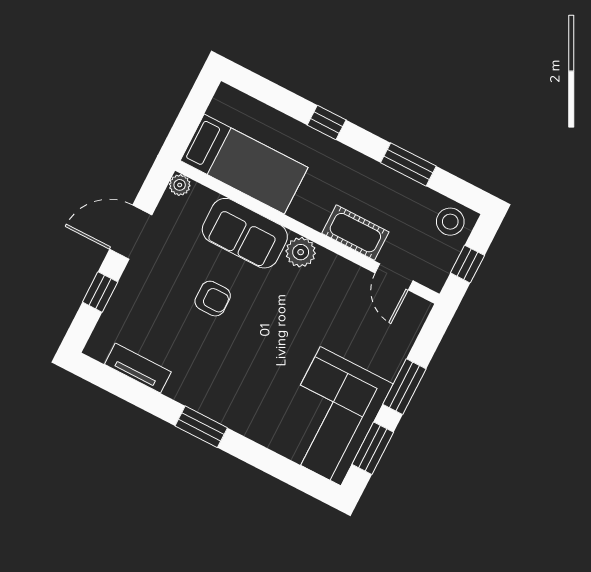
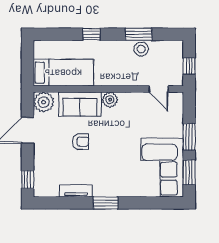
plant: (180, 185) -> (44, 102), width x1.88, depth x1.88
stool: (450, 222) -> (141, 49), moved
cot: (355, 233) -> (130, 78), removed
window: (100, 292) -> (28, 179), moved
tv unit: (138, 368) -> (76, 191), moved

